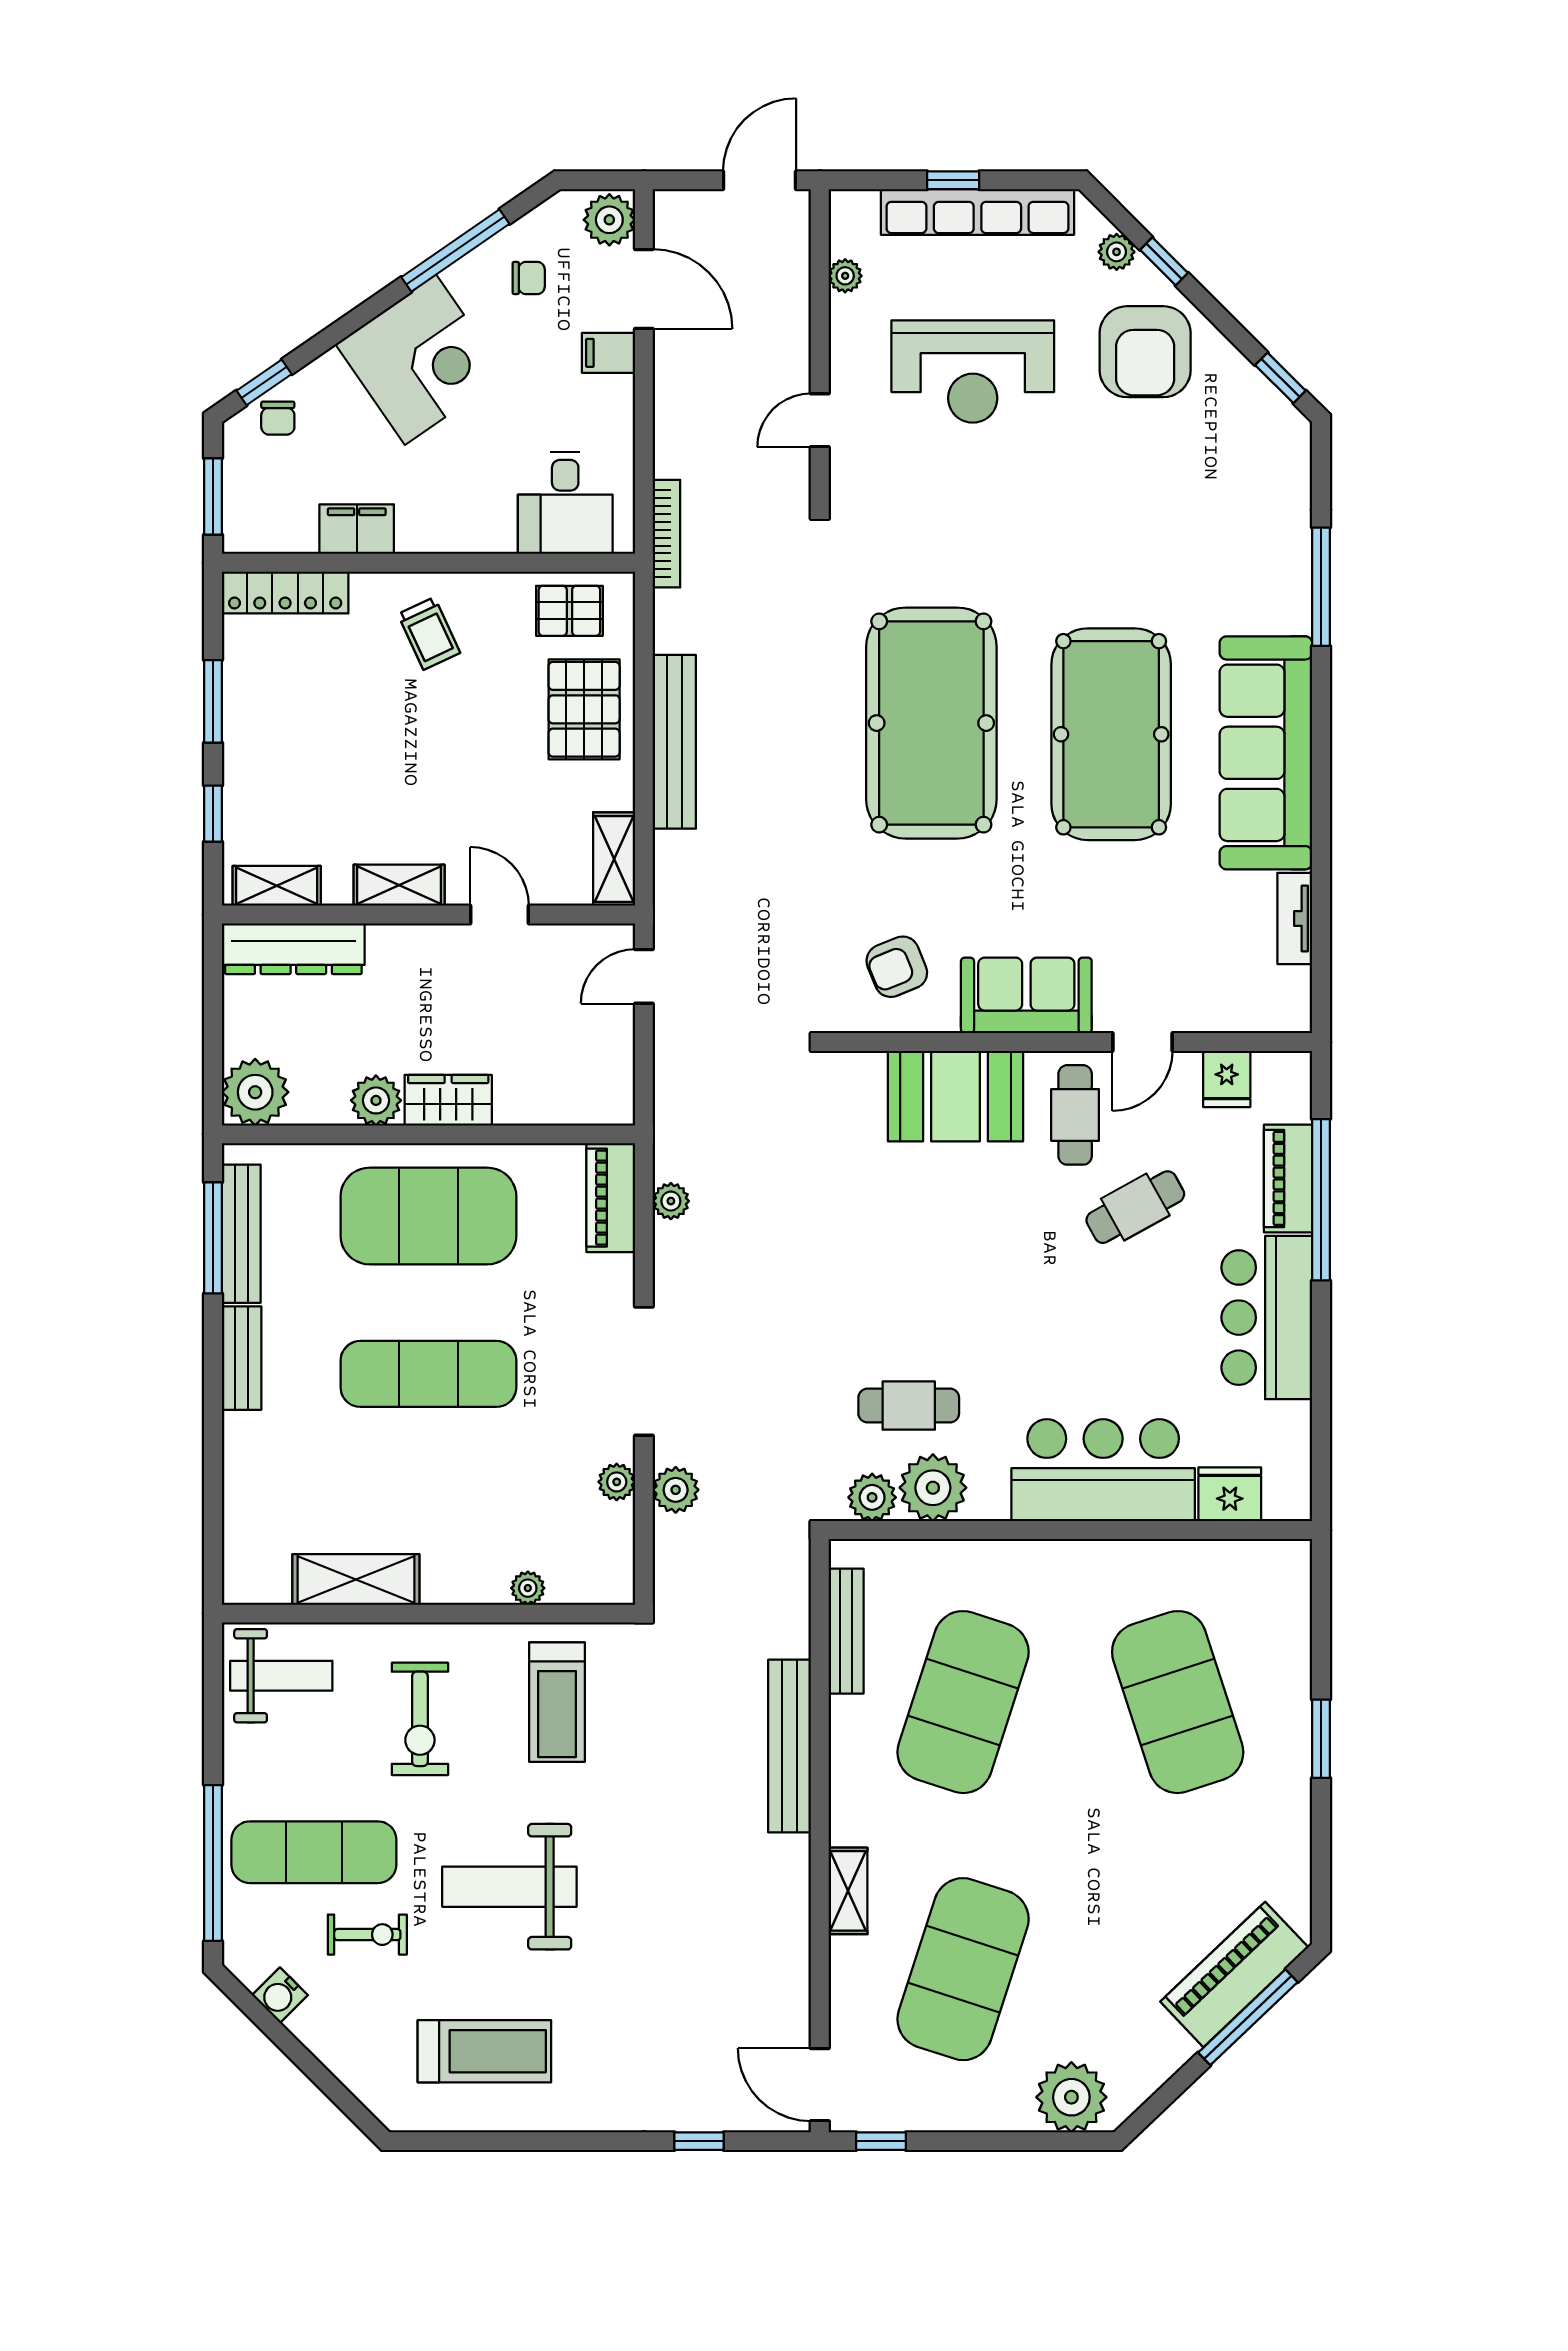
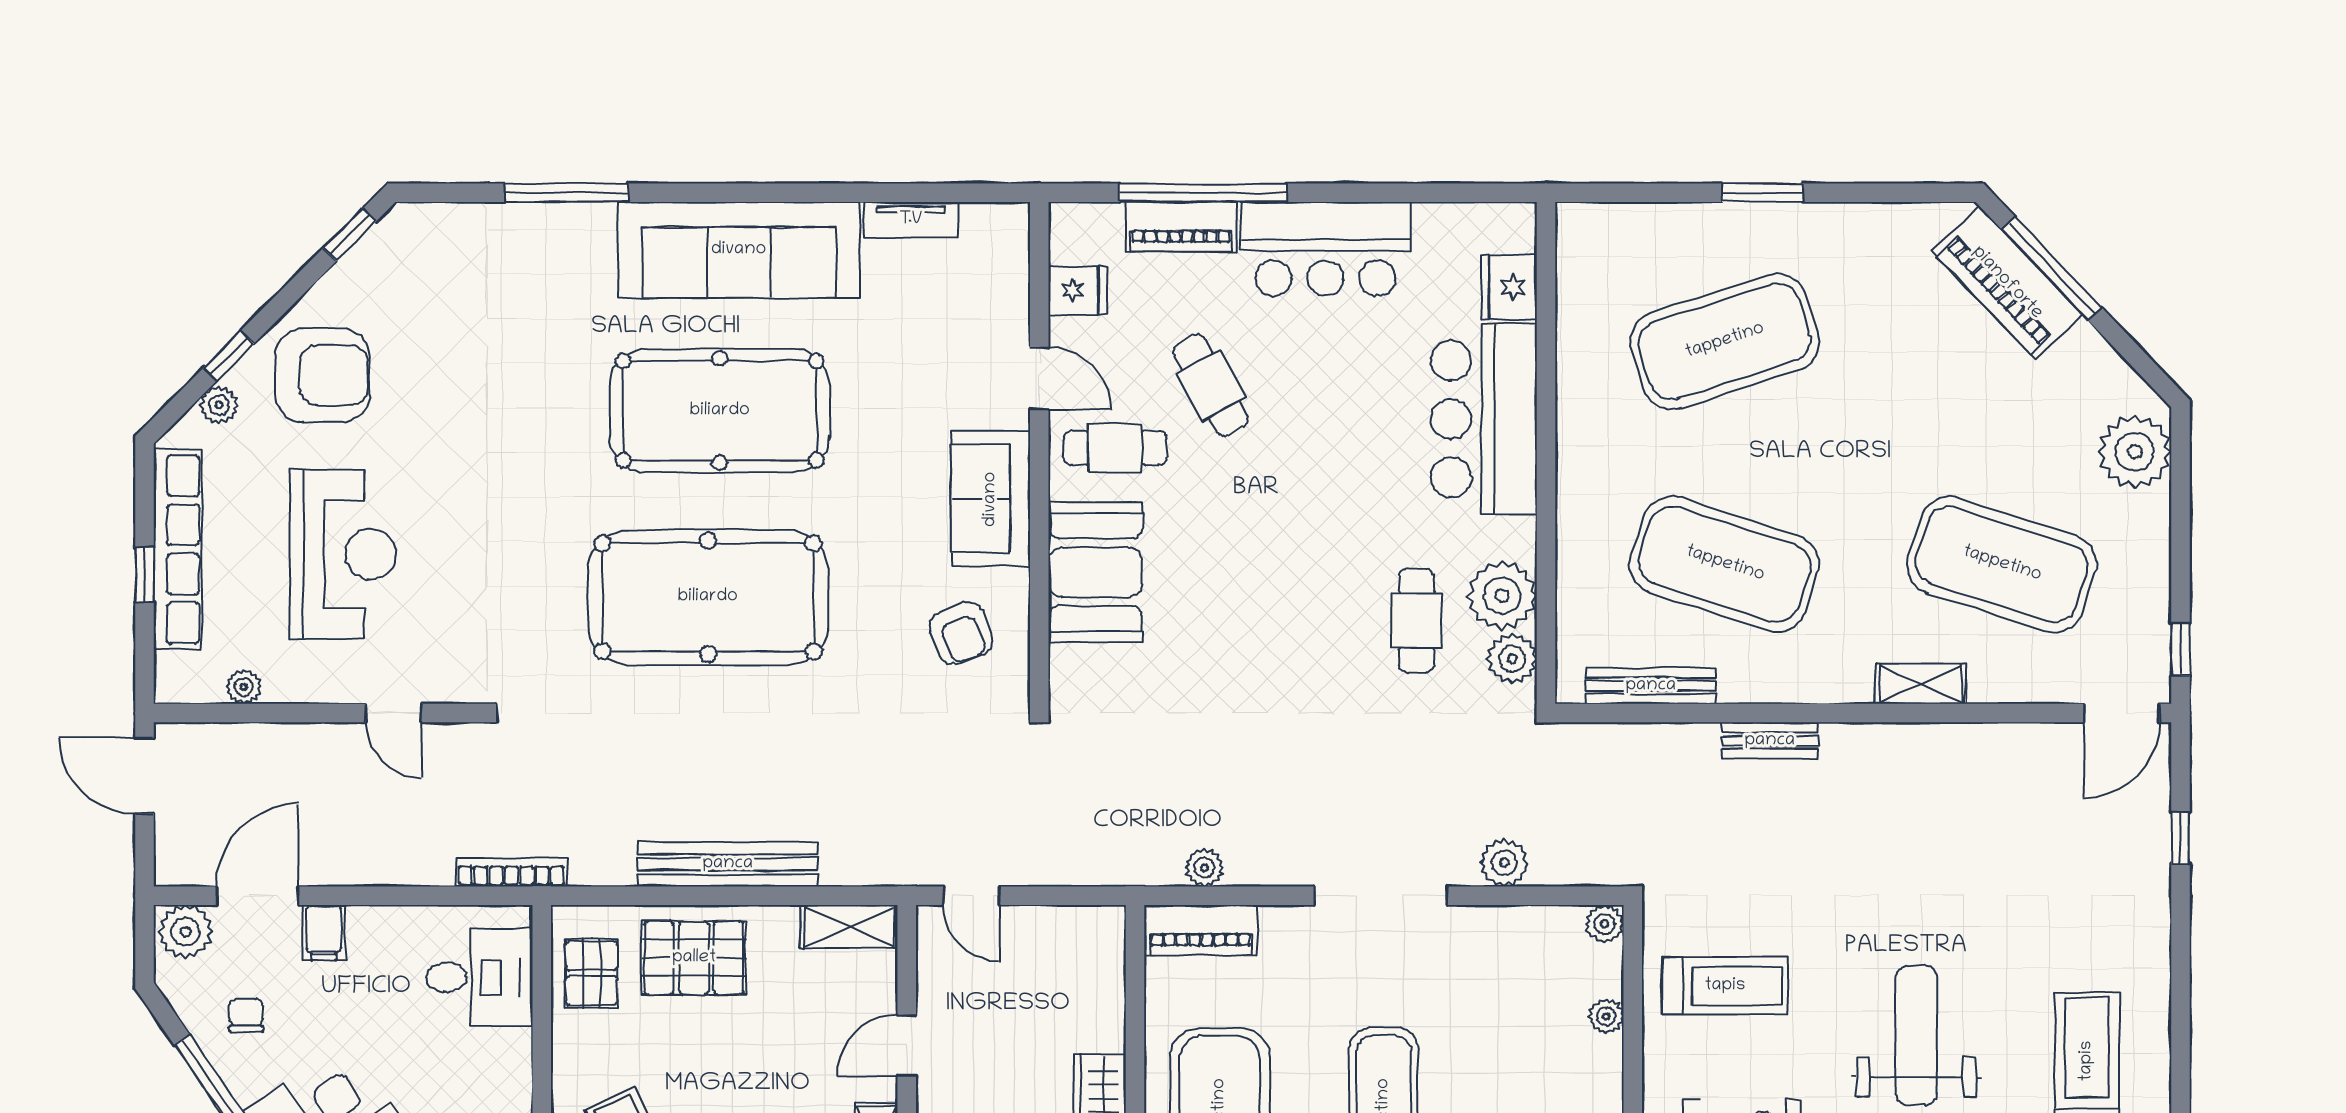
plant: (617, 1482) -> (1604, 924), moved
bench: (789, 1746) -> (1770, 741), width x0.54, depth x0.82
weight bench: (509, 1887) -> (1916, 1035), turned 180

